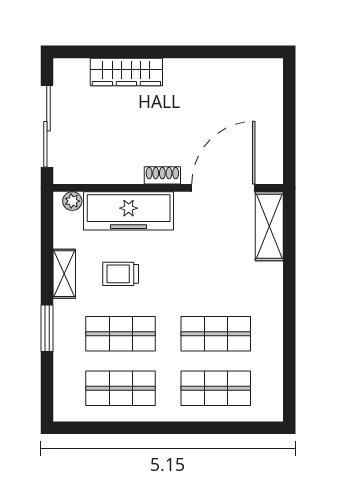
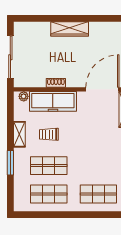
wardrobe: (126, 72) -> (70, 29), moved
shoe rack: (162, 175) -> (56, 83), moved
shop shelf: (216, 334) -> (98, 166), removed

